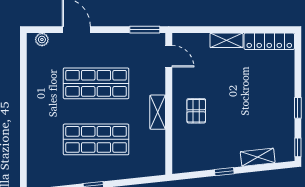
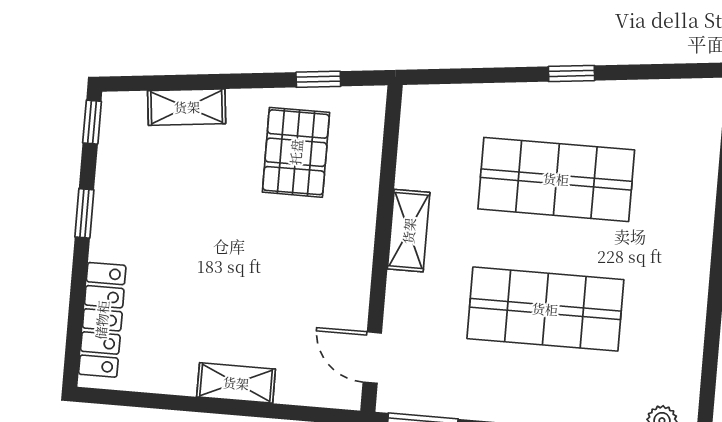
locker: (269, 41) -> (102, 320), moved, turned 90
pallet: (196, 111) -> (296, 152), moved, width x1.50, depth x1.42
window: (224, 172) -> (318, 79), moved

